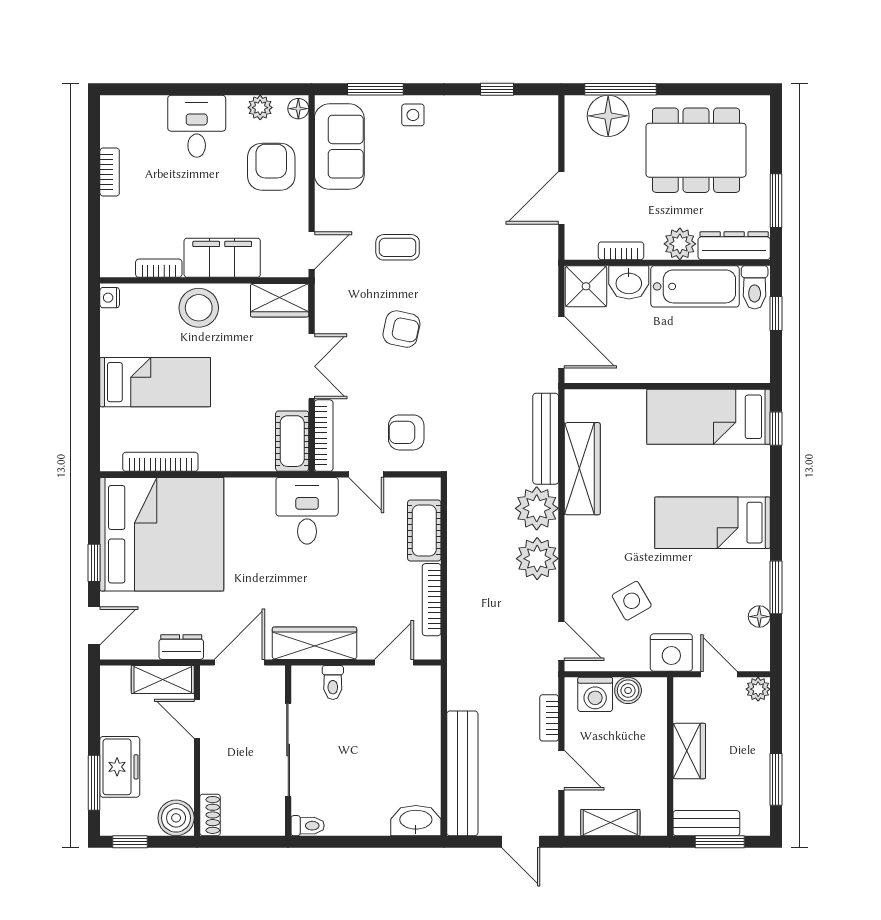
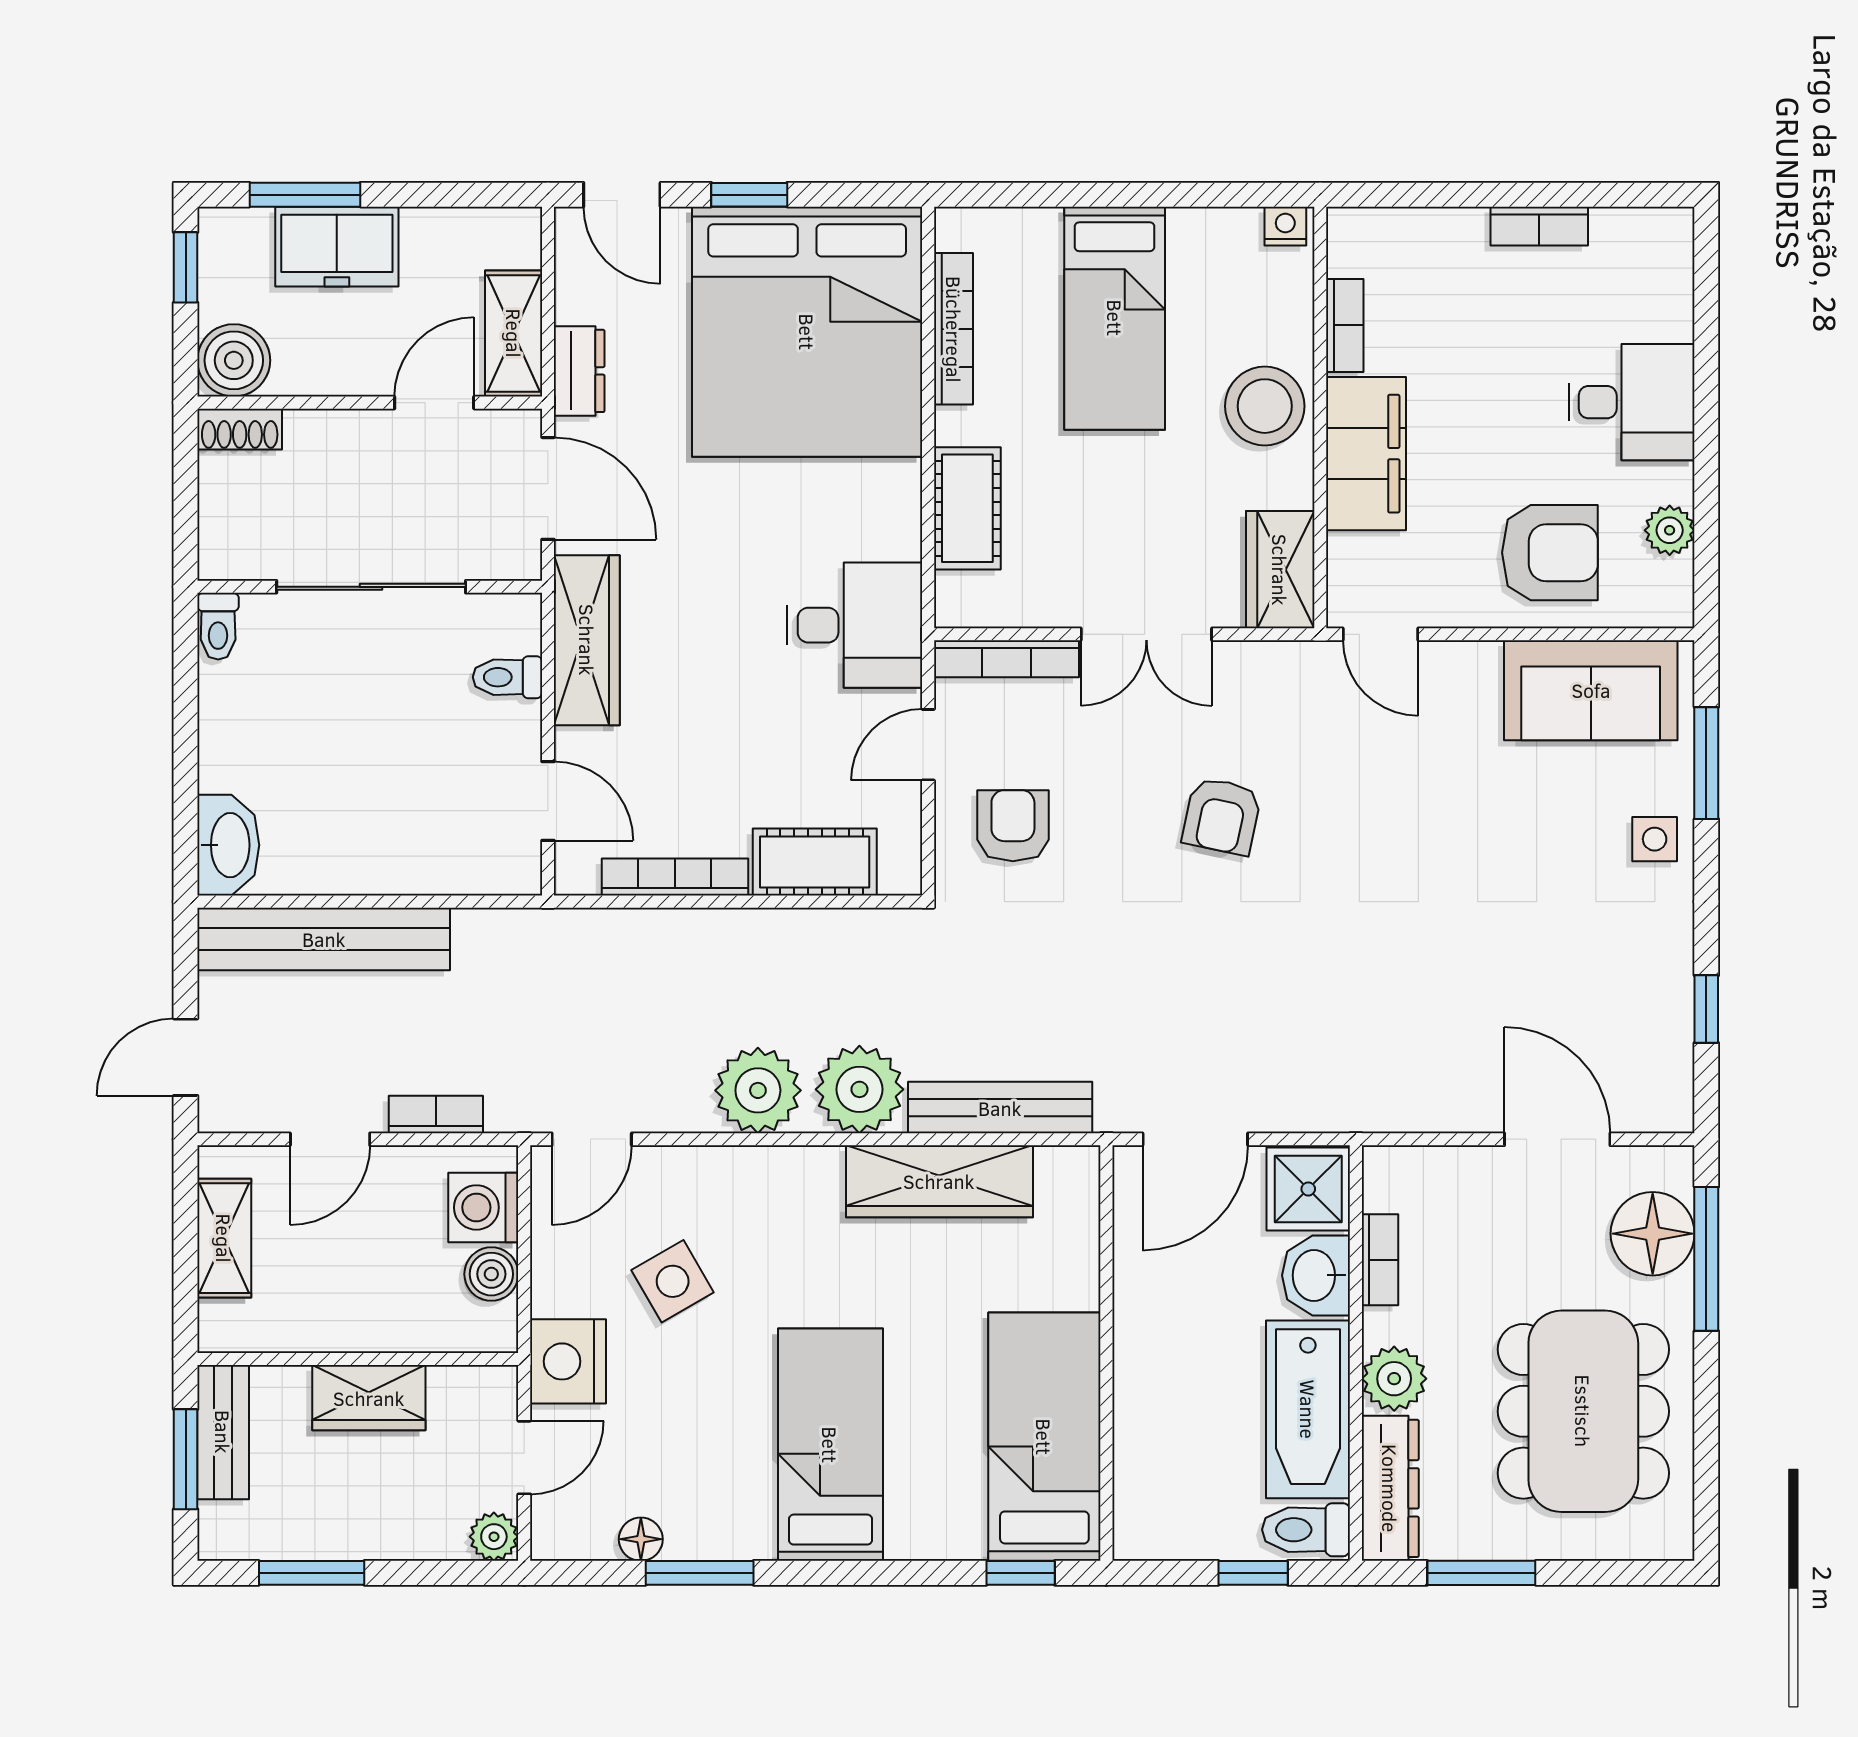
floor lamp: (298, 109) -> (1667, 607), removed
door: (561, 198) -> (1557, 1139), moved
coffee table: (398, 247) -> (1387, 808), removed
cot: (292, 441) -> (967, 508), moved, turned 90

